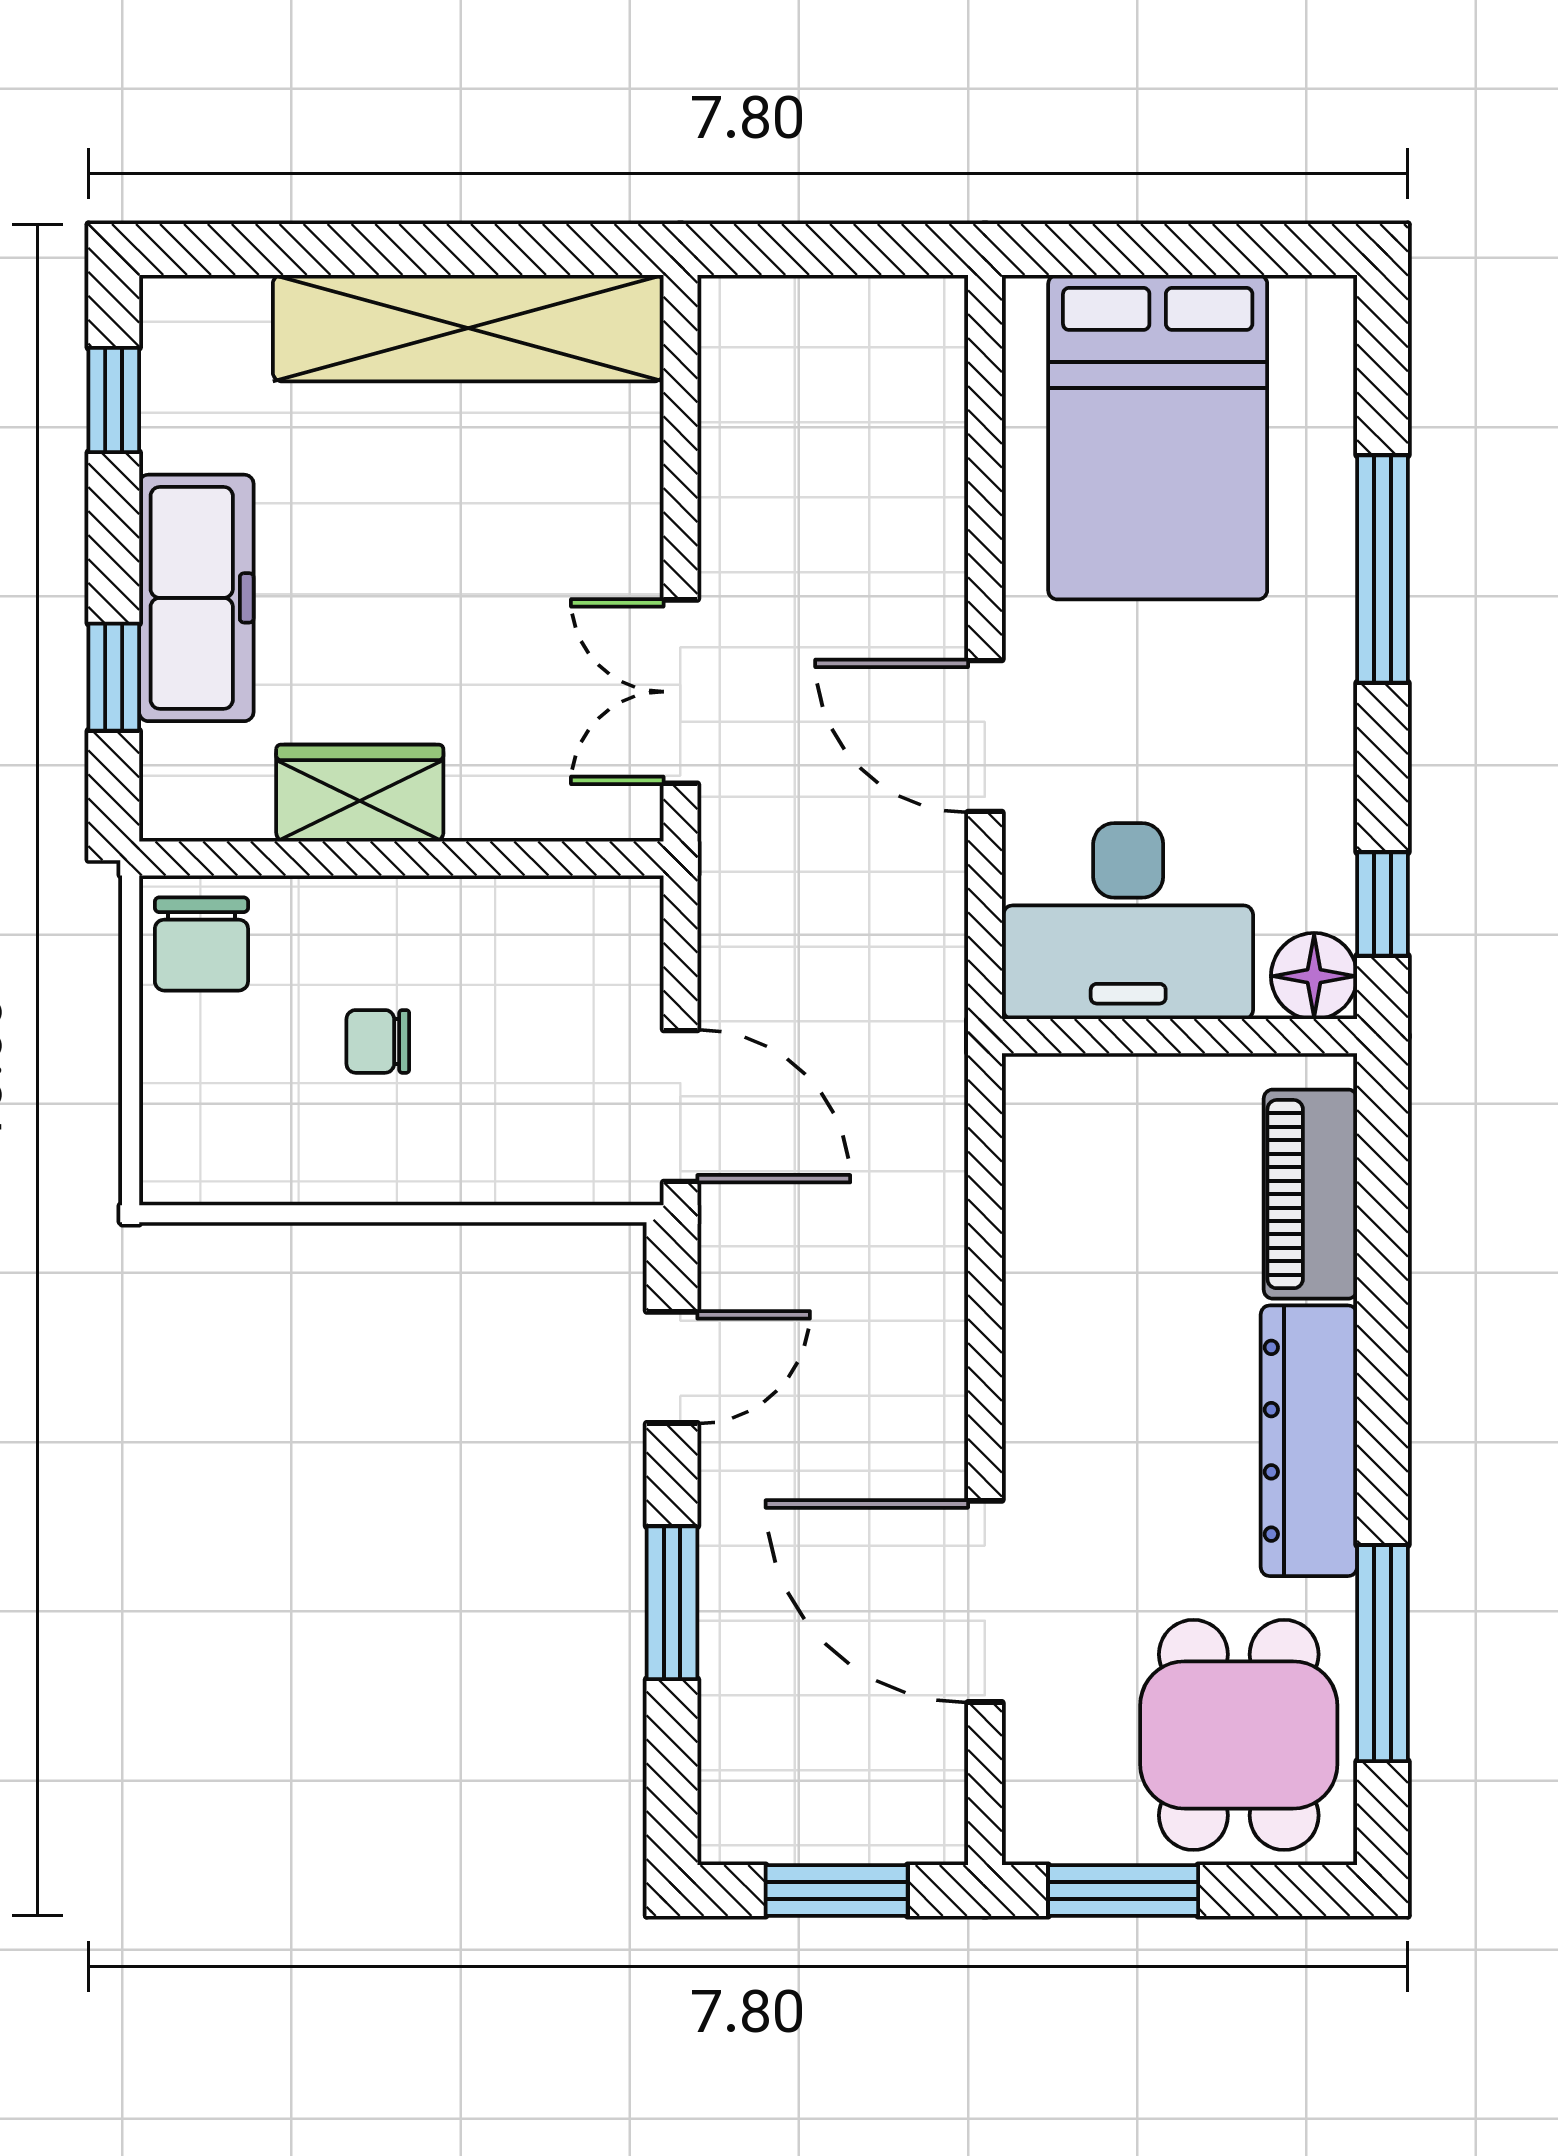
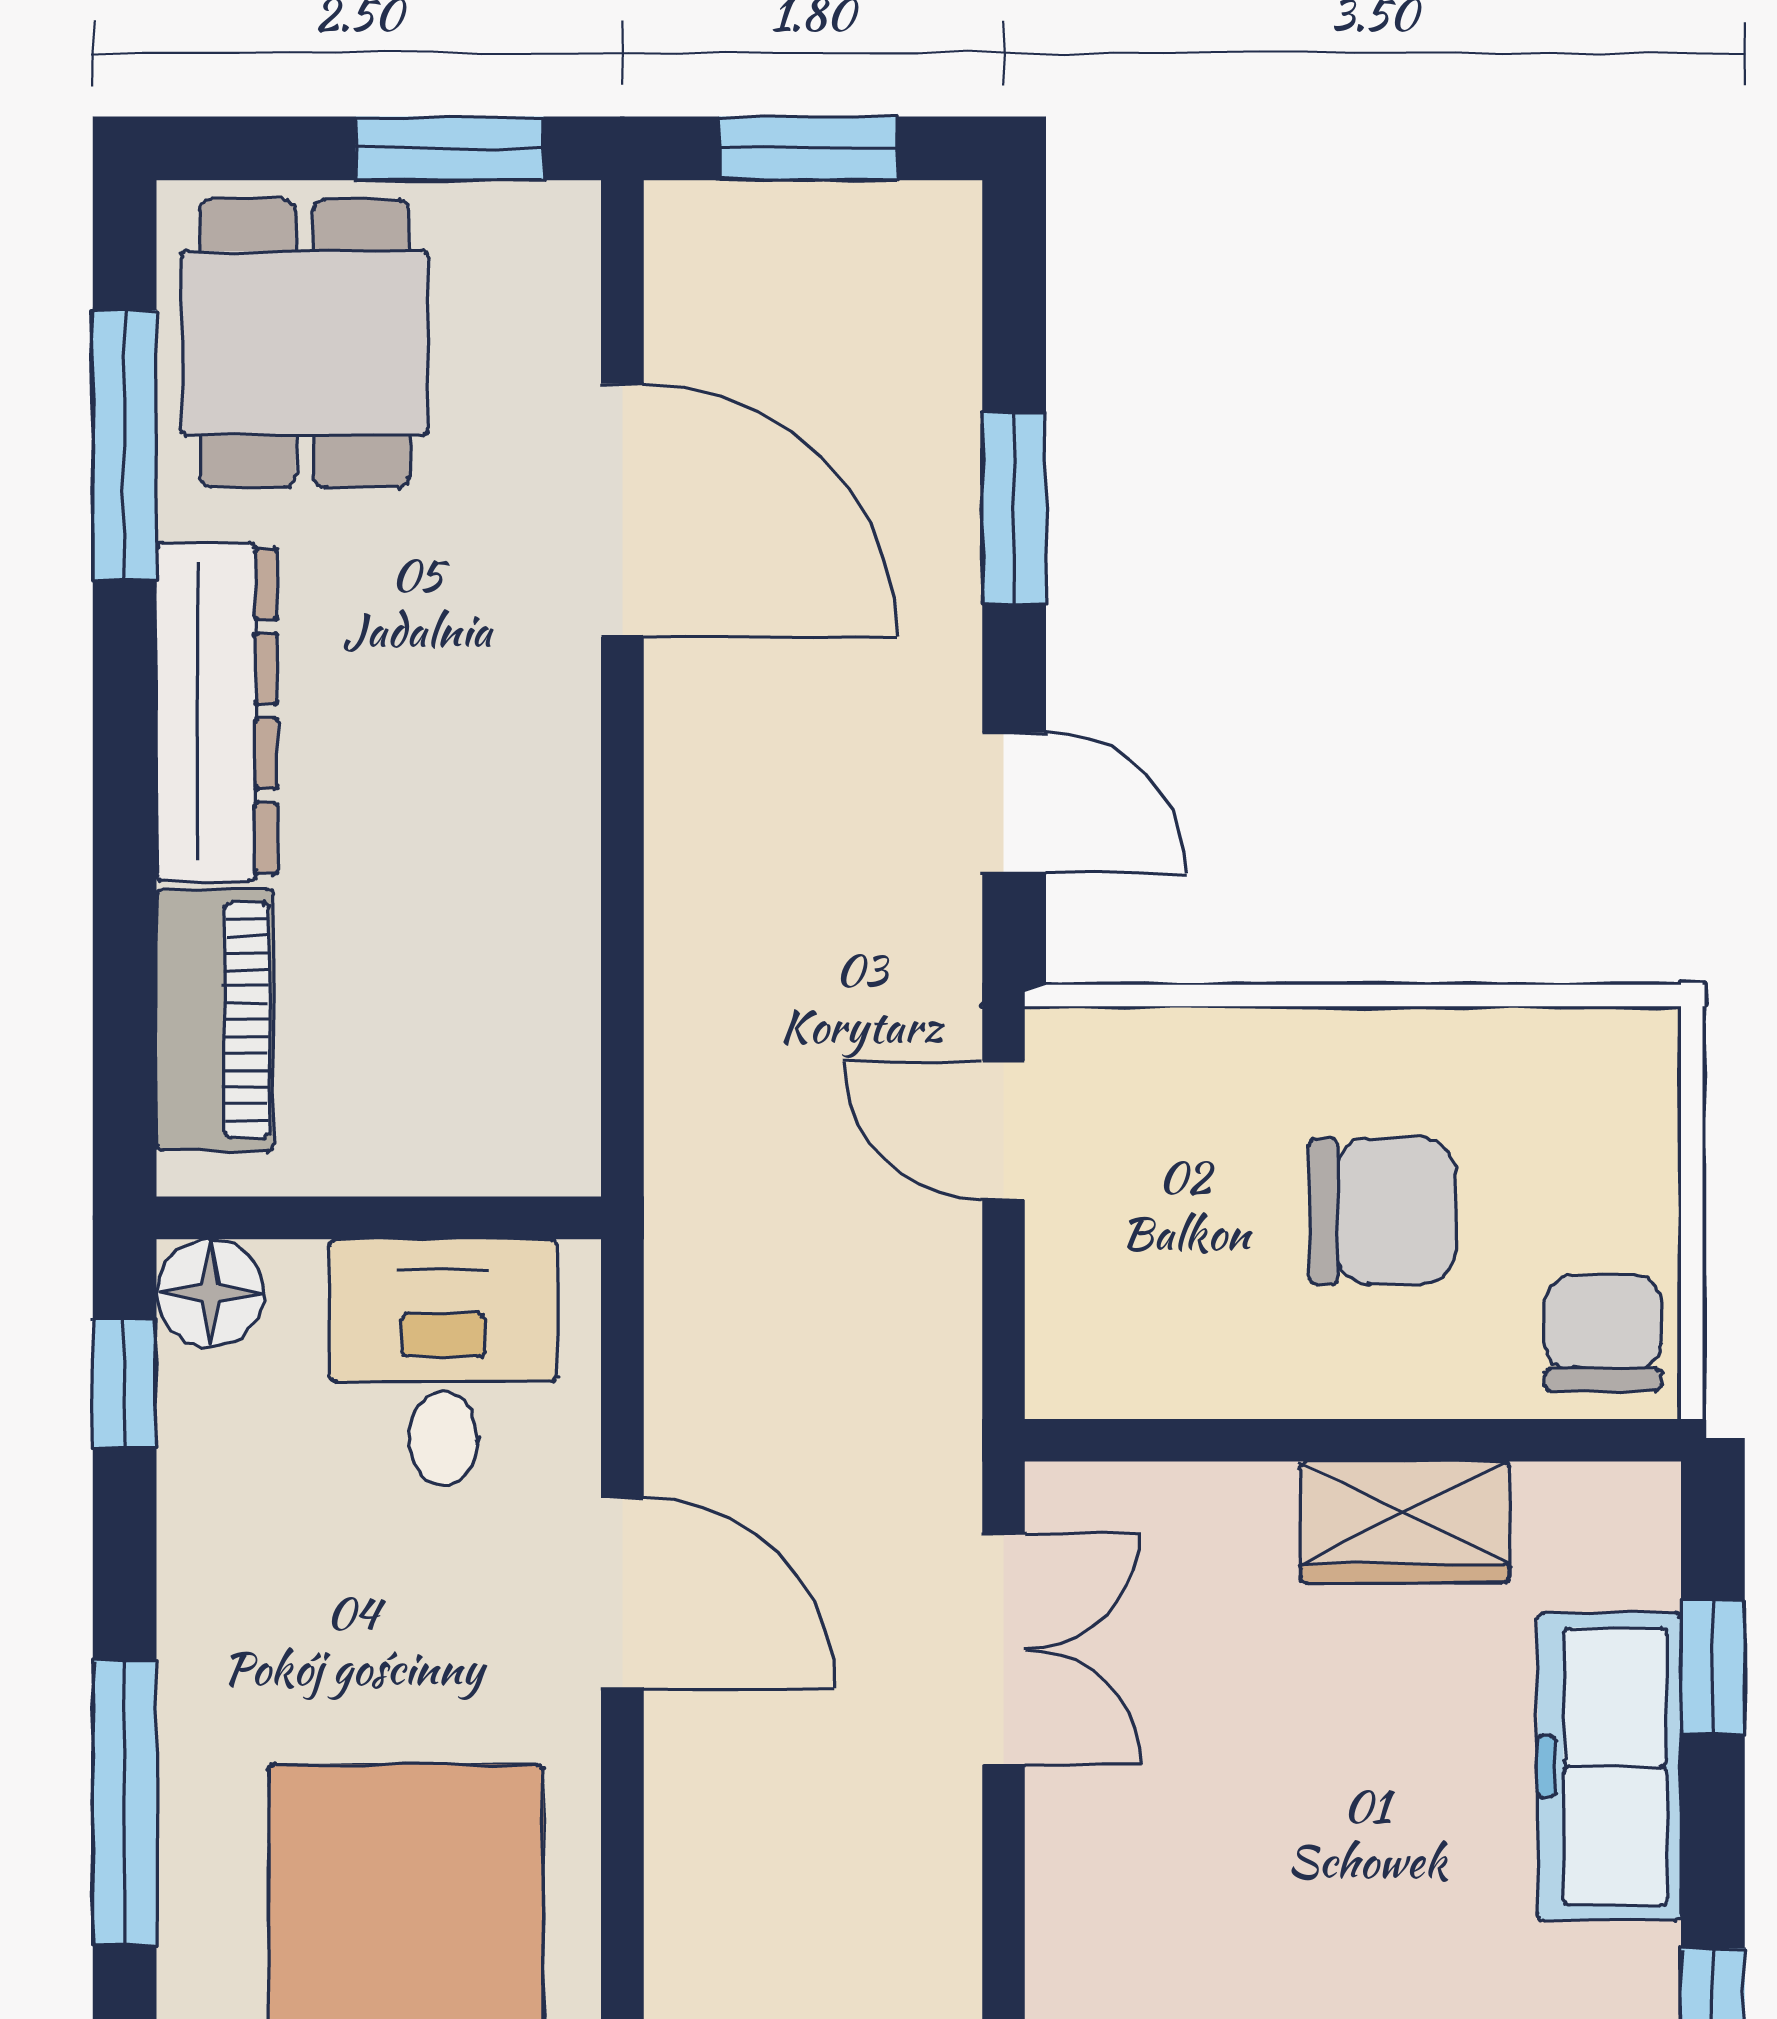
desk: (1128, 921) -> (443, 1362), width x0.73
chair: (378, 1041) -> (1382, 1211), width x1.87, depth x1.87
door: (680, 1106) -> (1003, 1130), width x0.73
door: (672, 1367) -> (1014, 803), swing flipped

